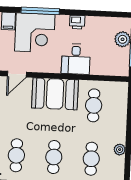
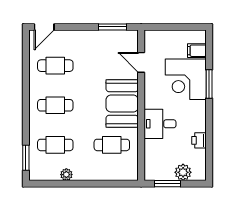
window: (40, 11) -> (209, 84), width x0.69
printer: (77, 22) -> (199, 140), moved

